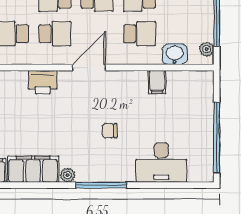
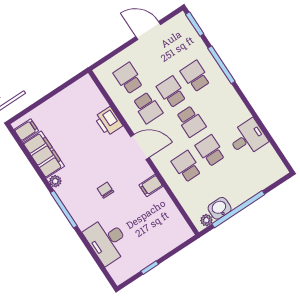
school desk: (139, 34) -> (186, 166), turned 180
washbasin: (175, 54) -> (220, 208), moved, turned -90
filing cabinet: (157, 82) -> (151, 186), moved
window: (217, 138) -> (150, 268), width x0.32

